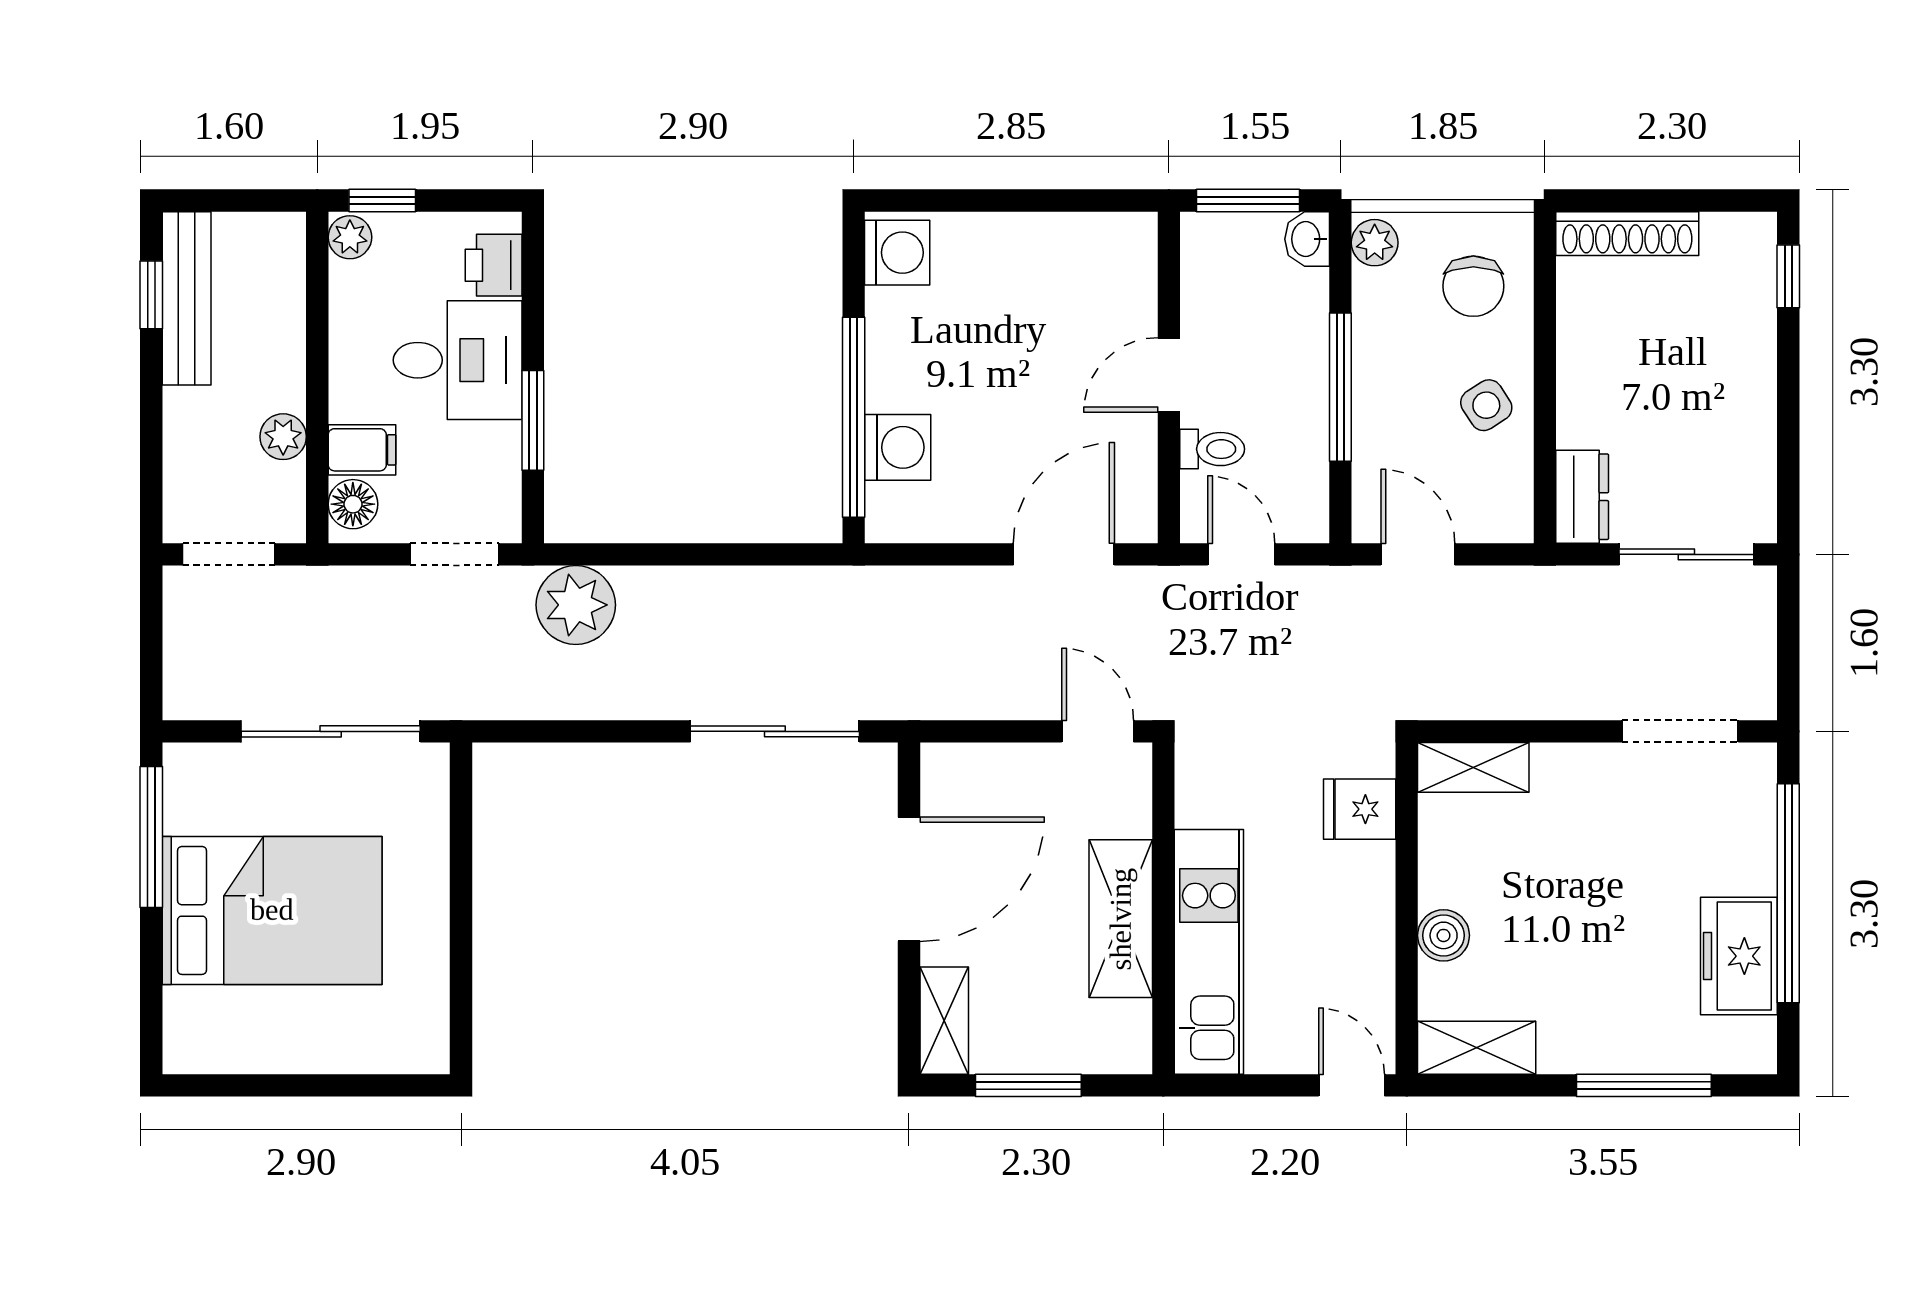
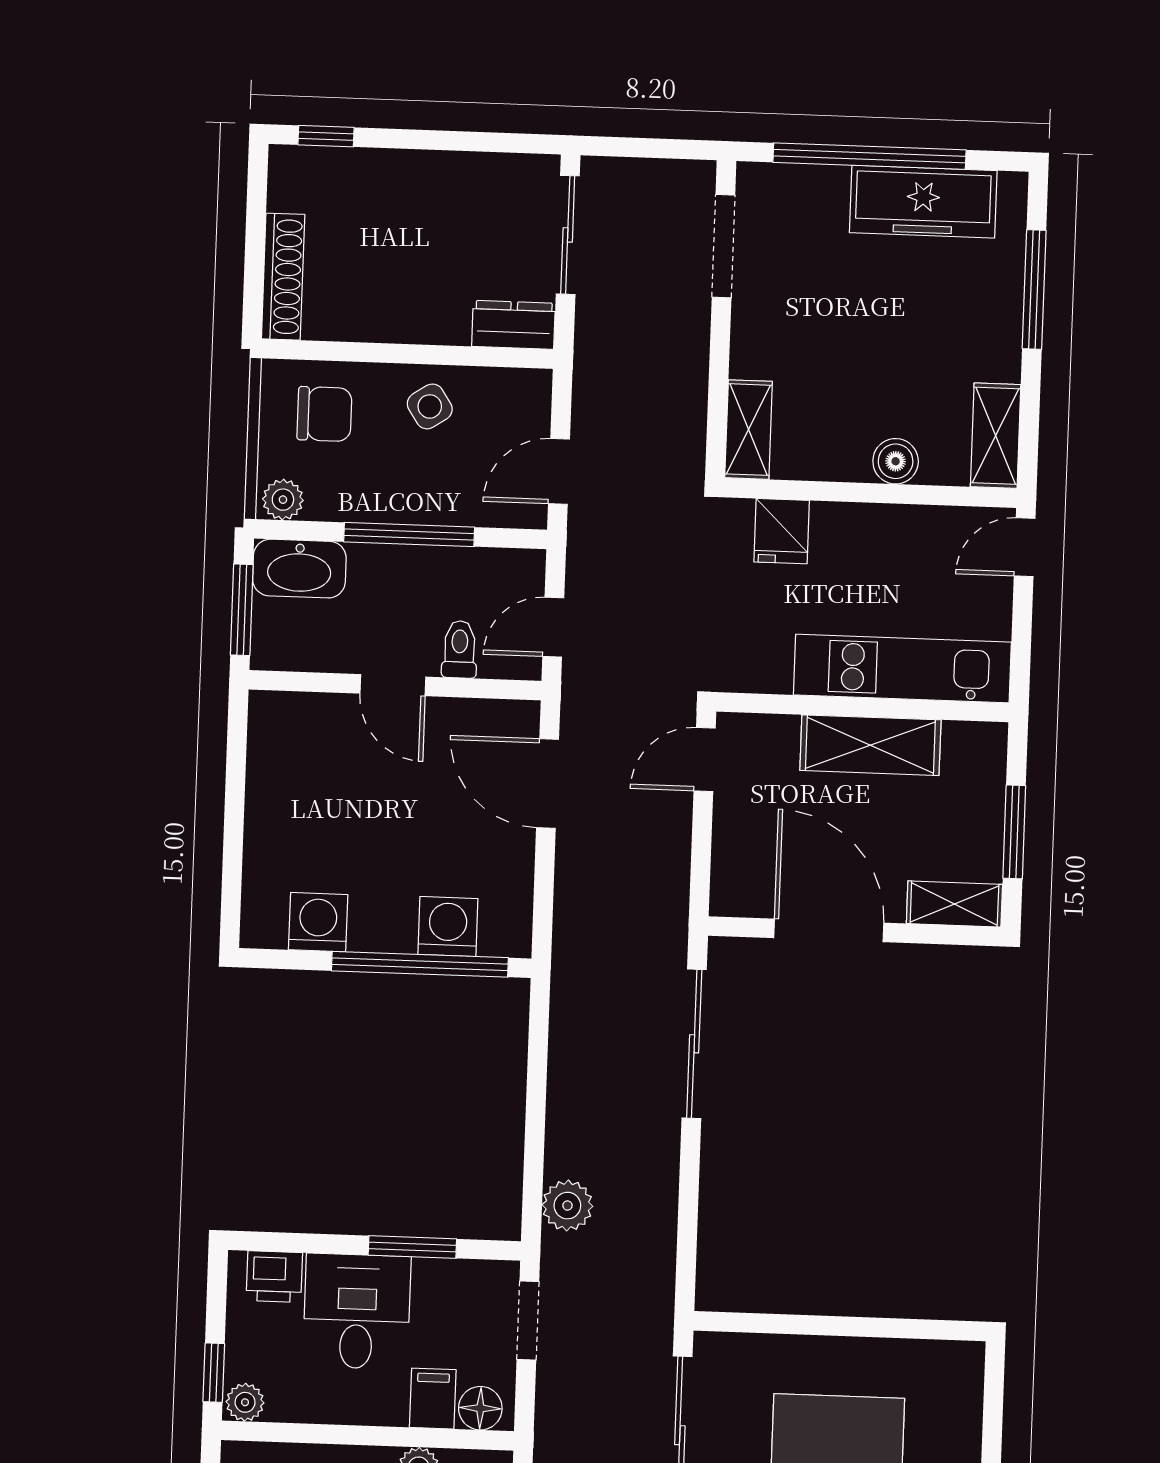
washbasin: (1307, 239) -> (299, 569), width x1.91, depth x1.45
washing machine: (897, 253) -> (318, 922), moved
plant: (576, 605) -> (567, 1206), width x0.73, depth x0.73
freezer: (1739, 956) -> (923, 202), width x1.40

